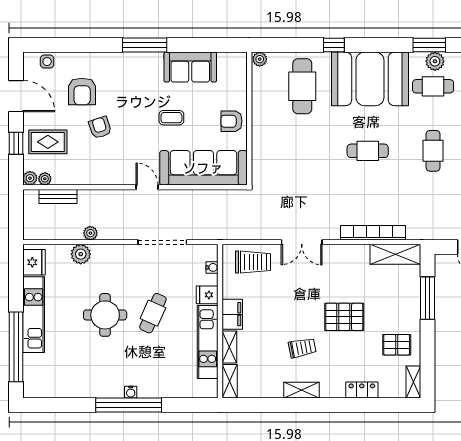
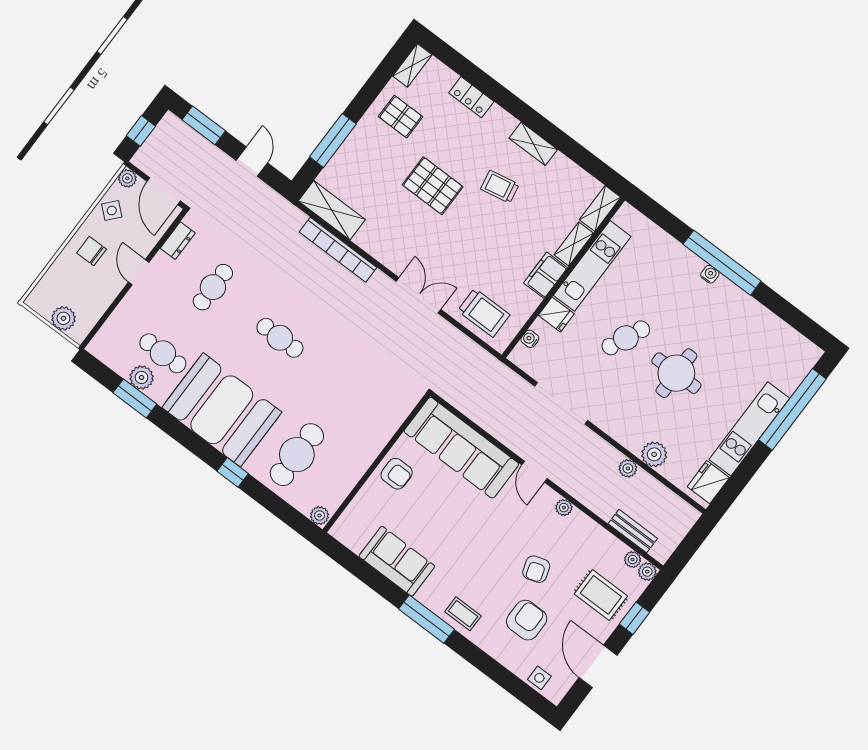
coffee table: (171, 118) -> (463, 614), moved
plant: (112, 179) -> (564, 508), added
trolley: (253, 262) -> (484, 313), turned 180

